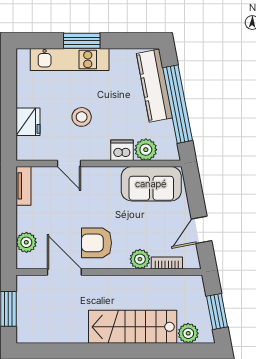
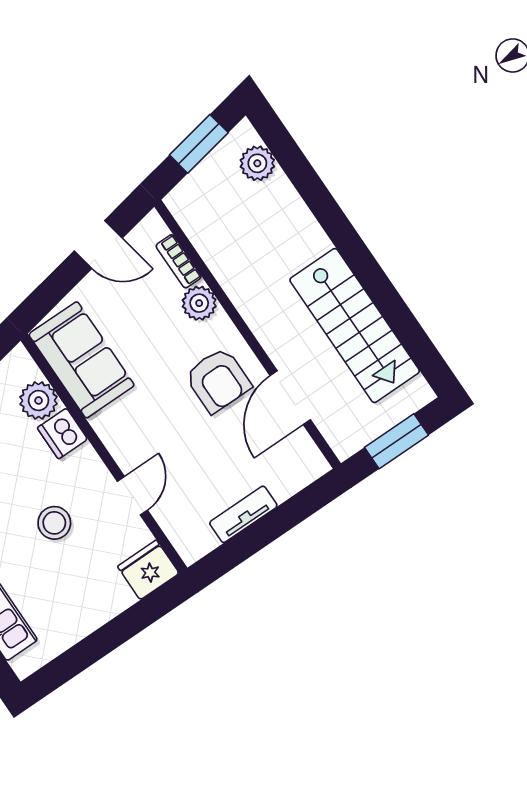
fridge: (28, 122) -> (148, 570), moved
tv unit: (23, 186) -> (243, 514), moved
plant: (26, 242) -> (285, 480), removed
stairs: (133, 327) -> (355, 326), moved

